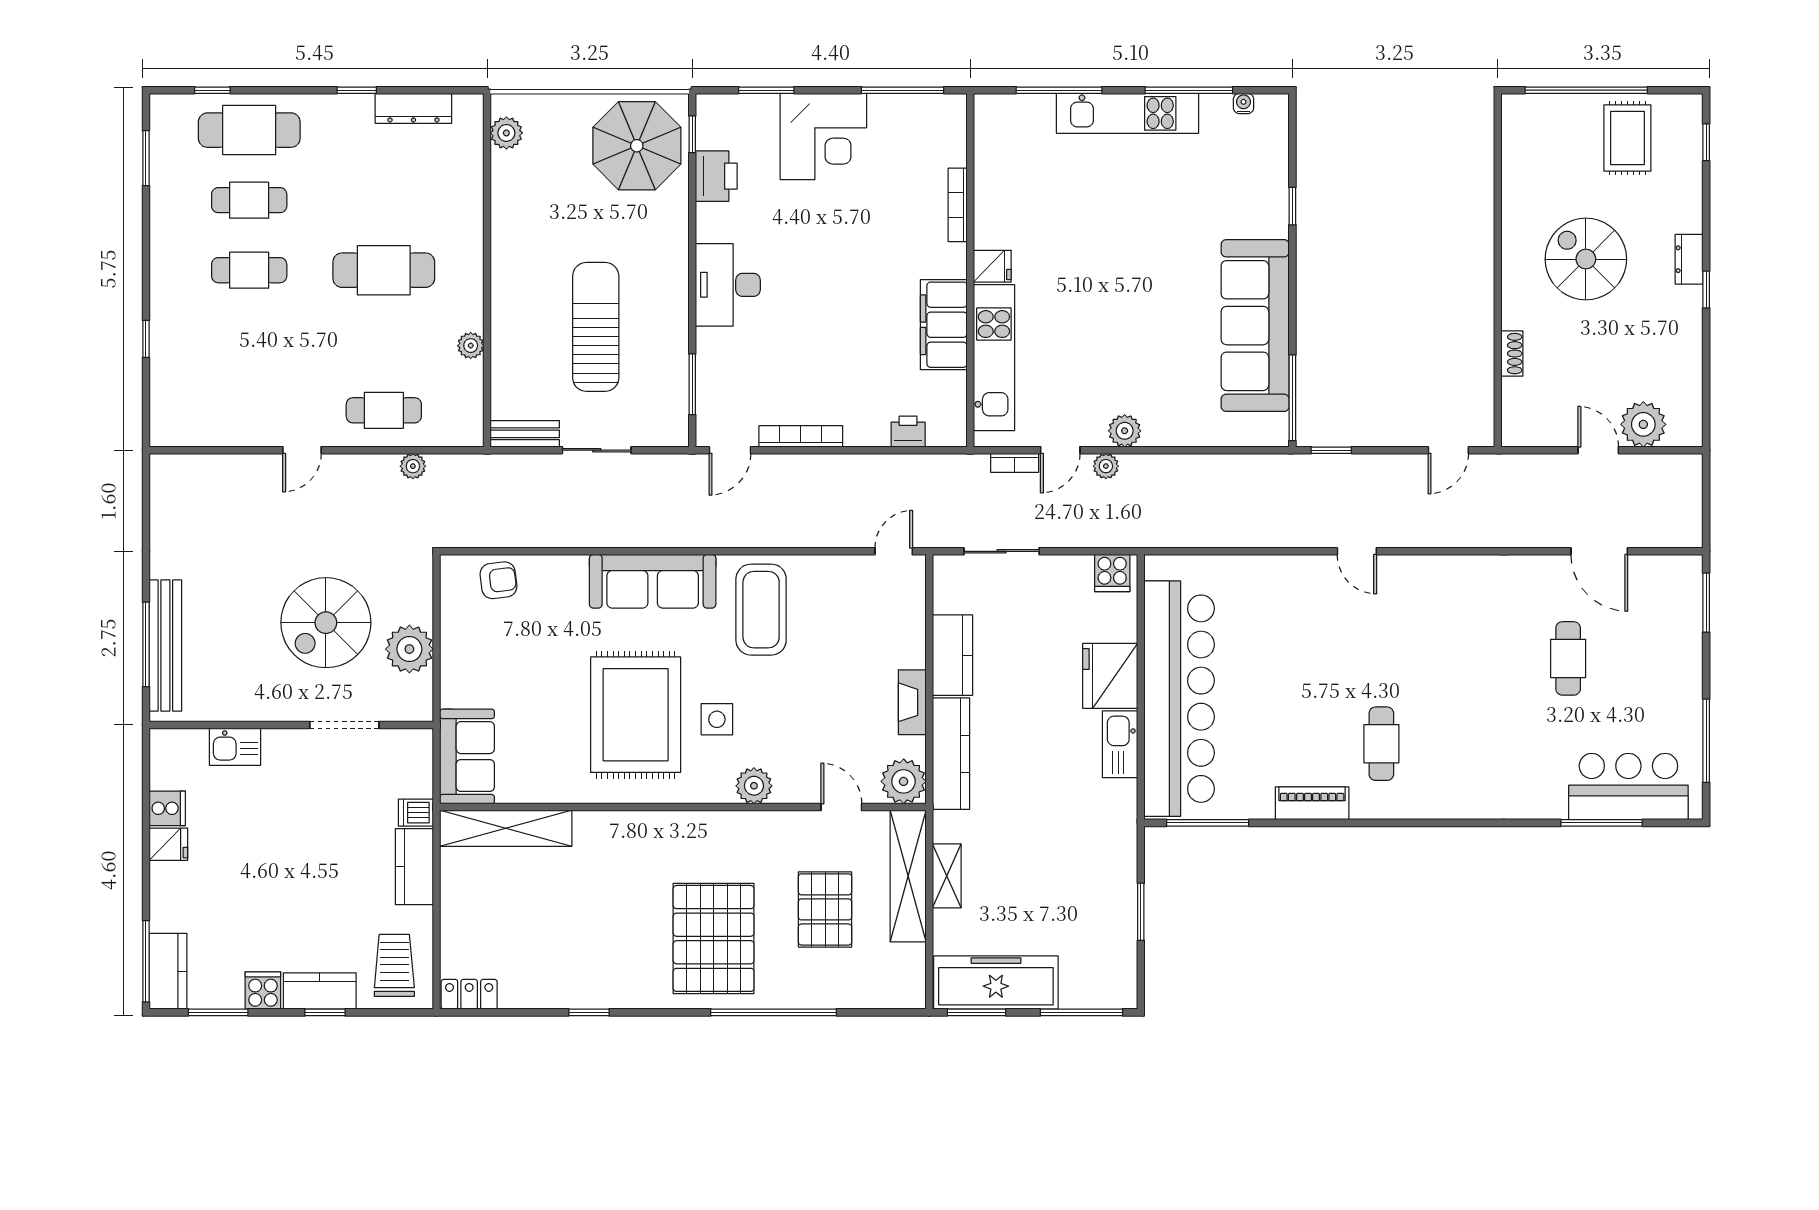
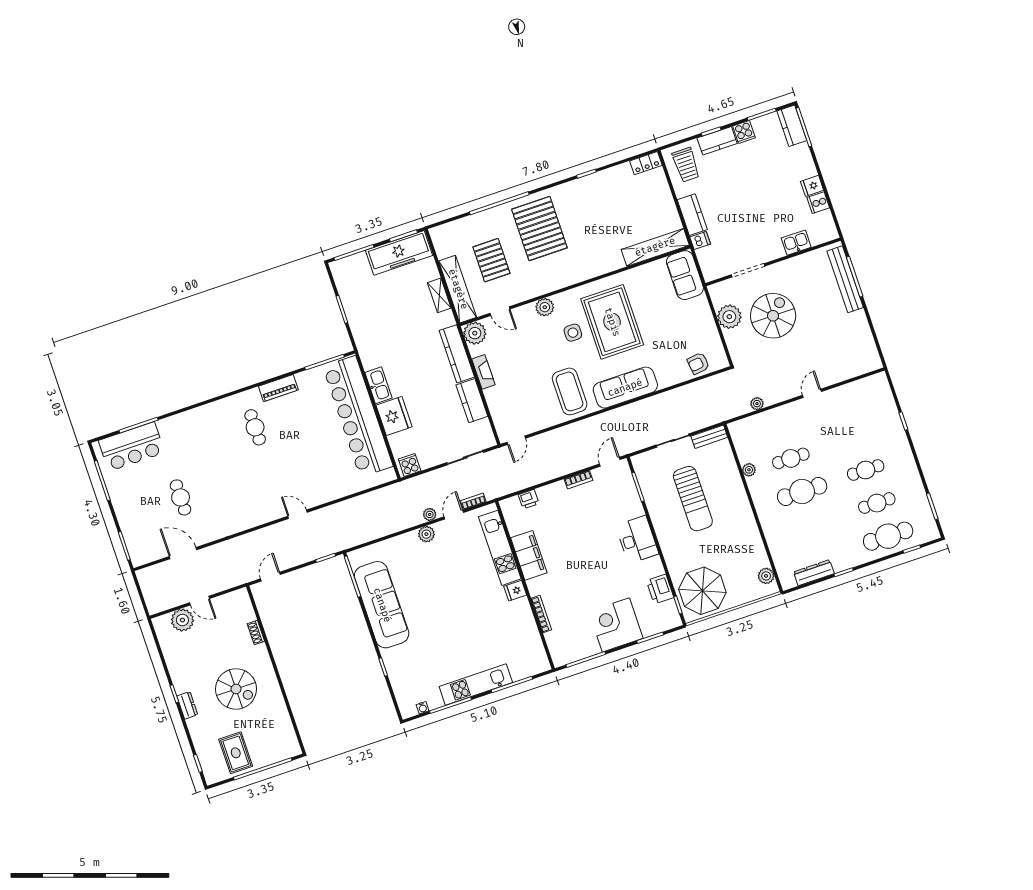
cafe table: (384, 410) -> (791, 458), moved
bookcase: (801, 436) -> (579, 480), width x0.64

